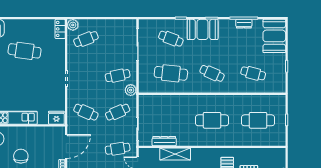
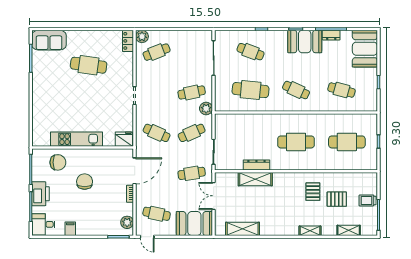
booth: (203, 29) -> (305, 41), moved
dresser: (164, 141) -> (256, 165), moved

